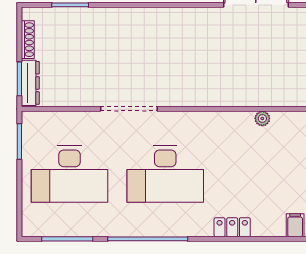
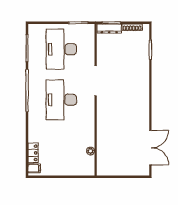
locker: (232, 227) -> (33, 153), moved

